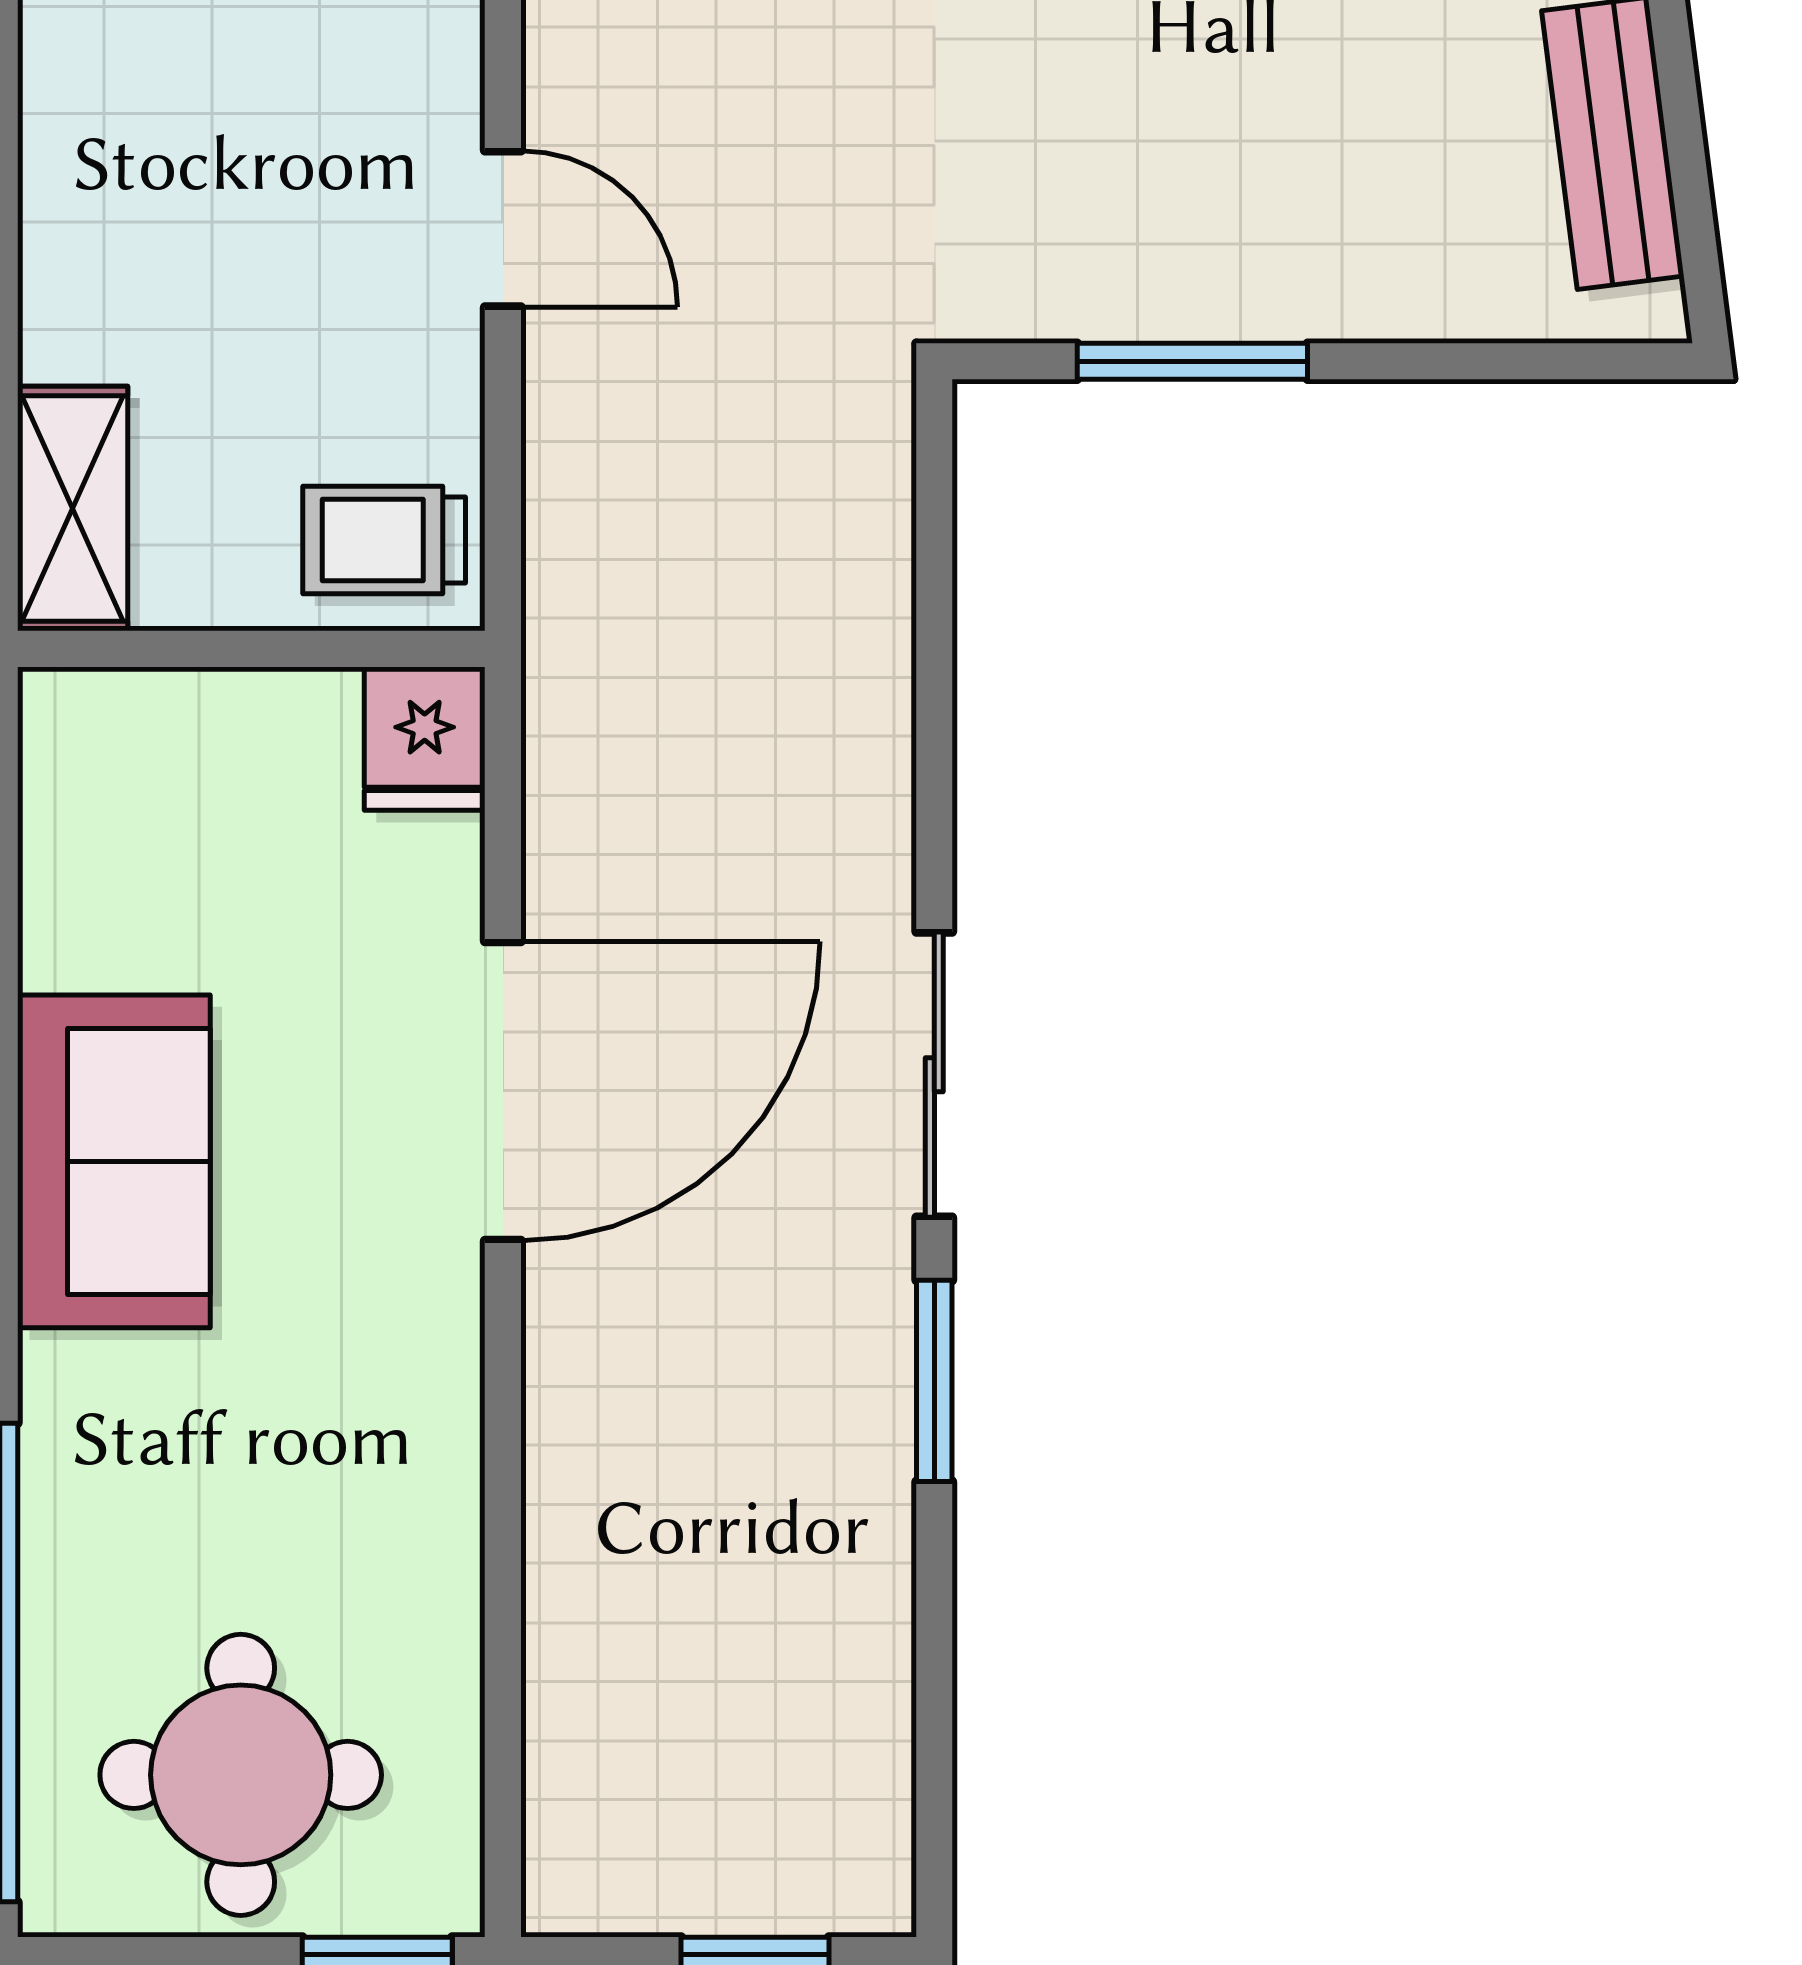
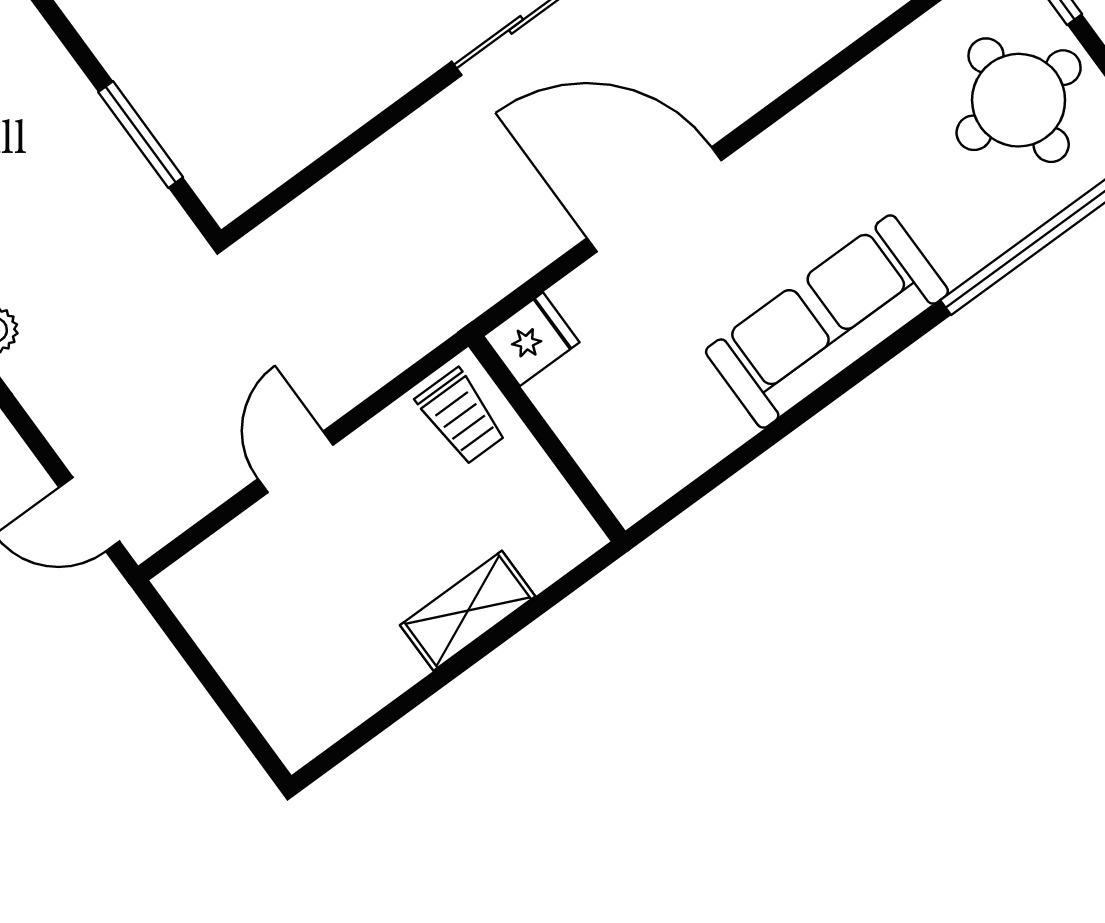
shelving: (73, 508) -> (468, 611), moved
sofa: (114, 1161) -> (827, 322), width x1.36

